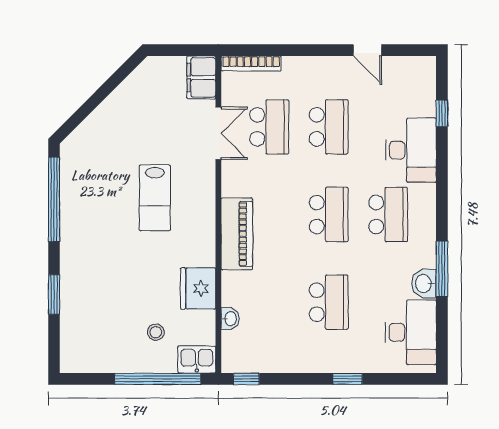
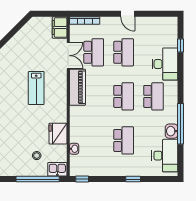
door: (367, 50) -> (128, 14), moved
piano: (237, 234) -> (77, 87), moved
window: (442, 269) -> (180, 124), width x1.46

